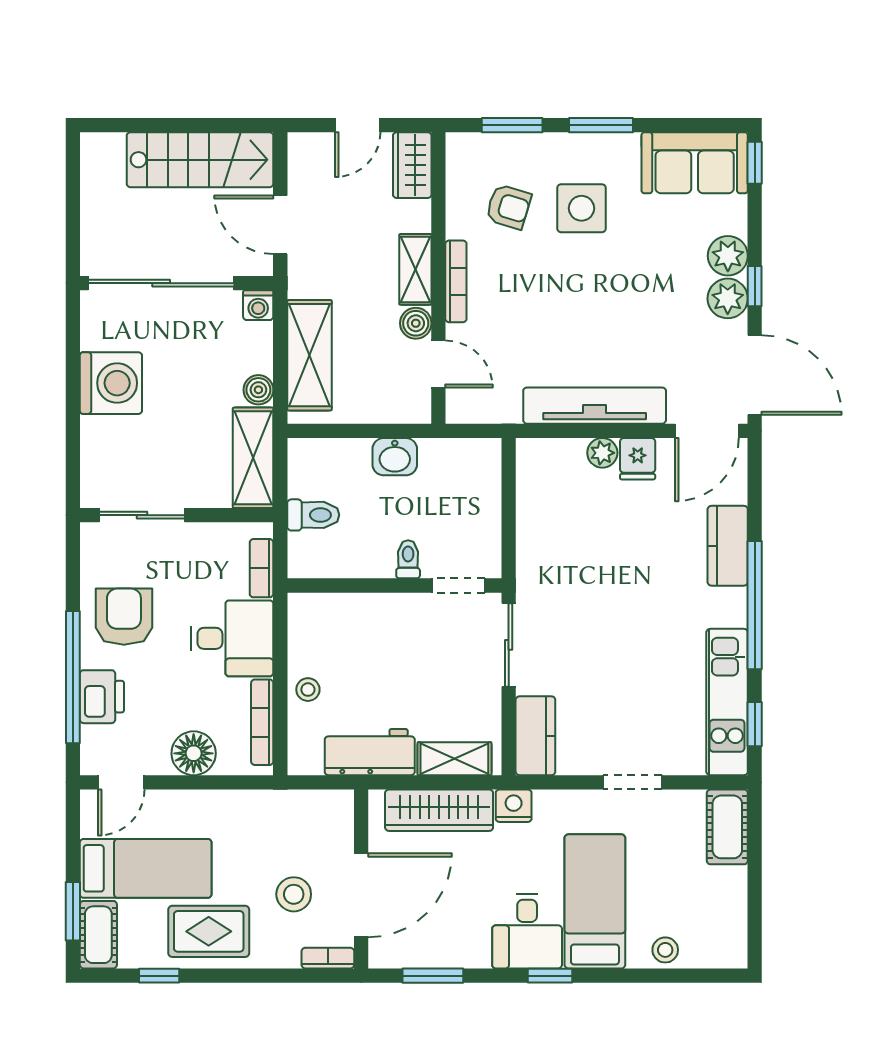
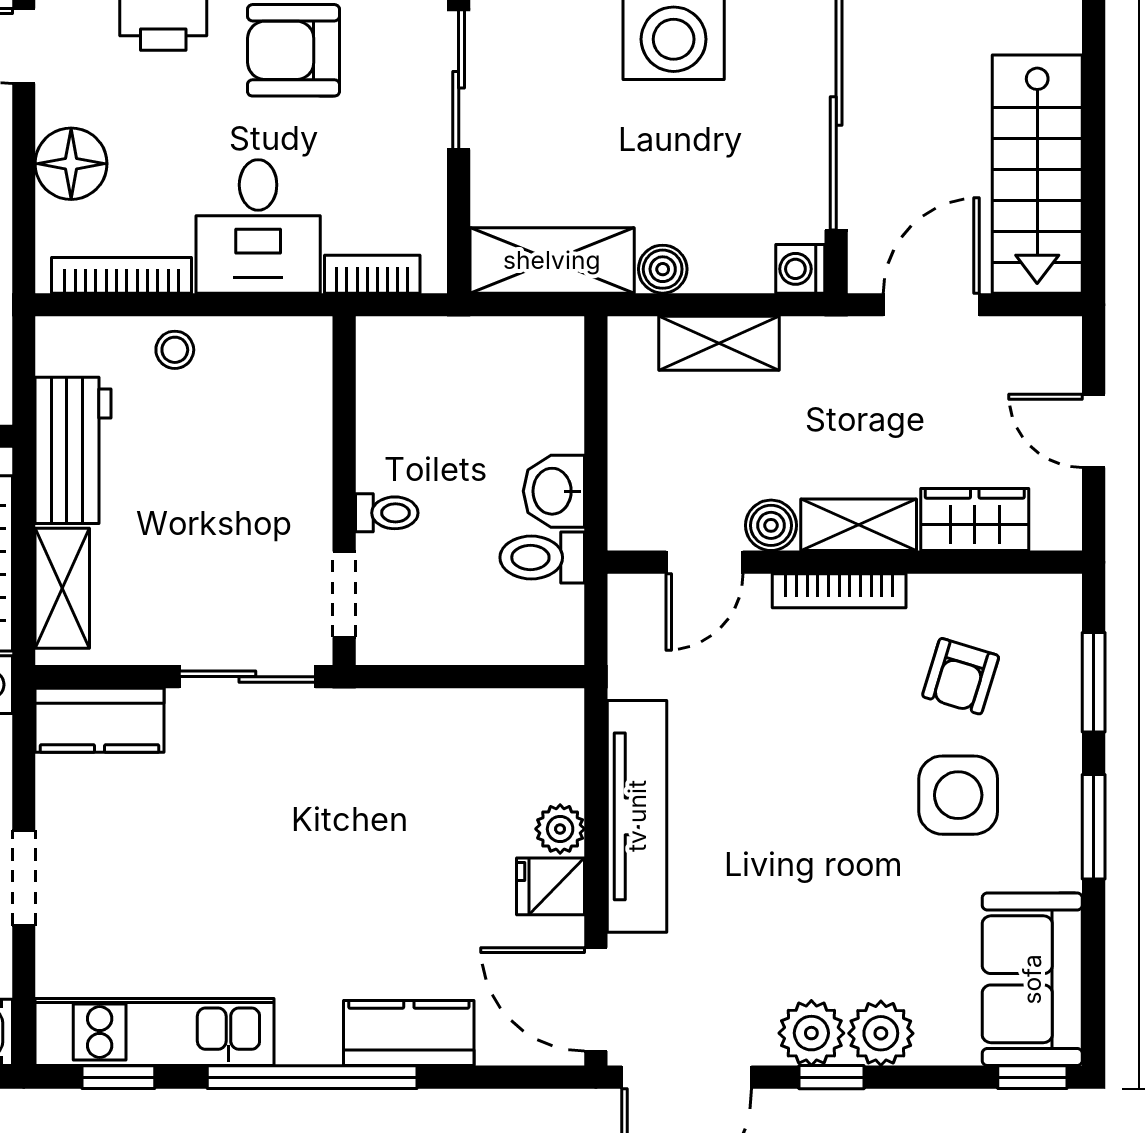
wardrobe: (412, 165) -> (975, 520), moved
shelving: (309, 355) -> (719, 343), width x0.67, depth x0.75
toilet: (313, 515) -> (542, 557), moved, turned 90
armchair: (124, 617) -> (294, 50), turned 180

